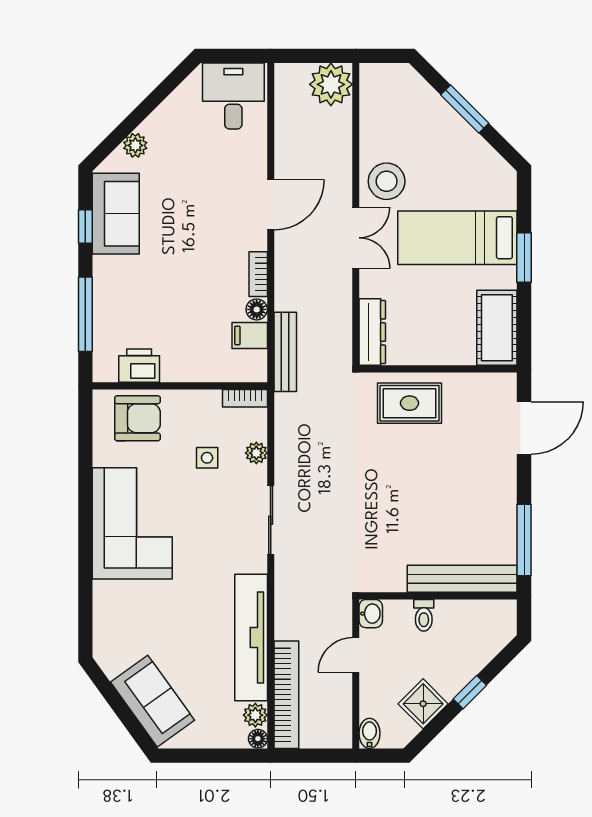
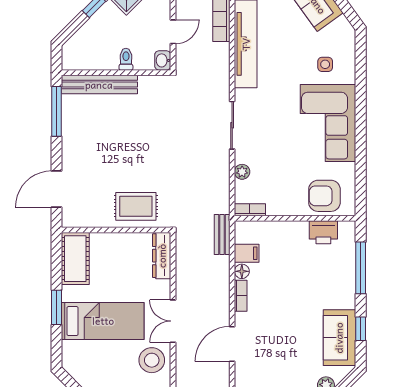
bench: (285, 352) -> (222, 235), width x0.73
side table: (207, 458) -> (325, 64), moved

